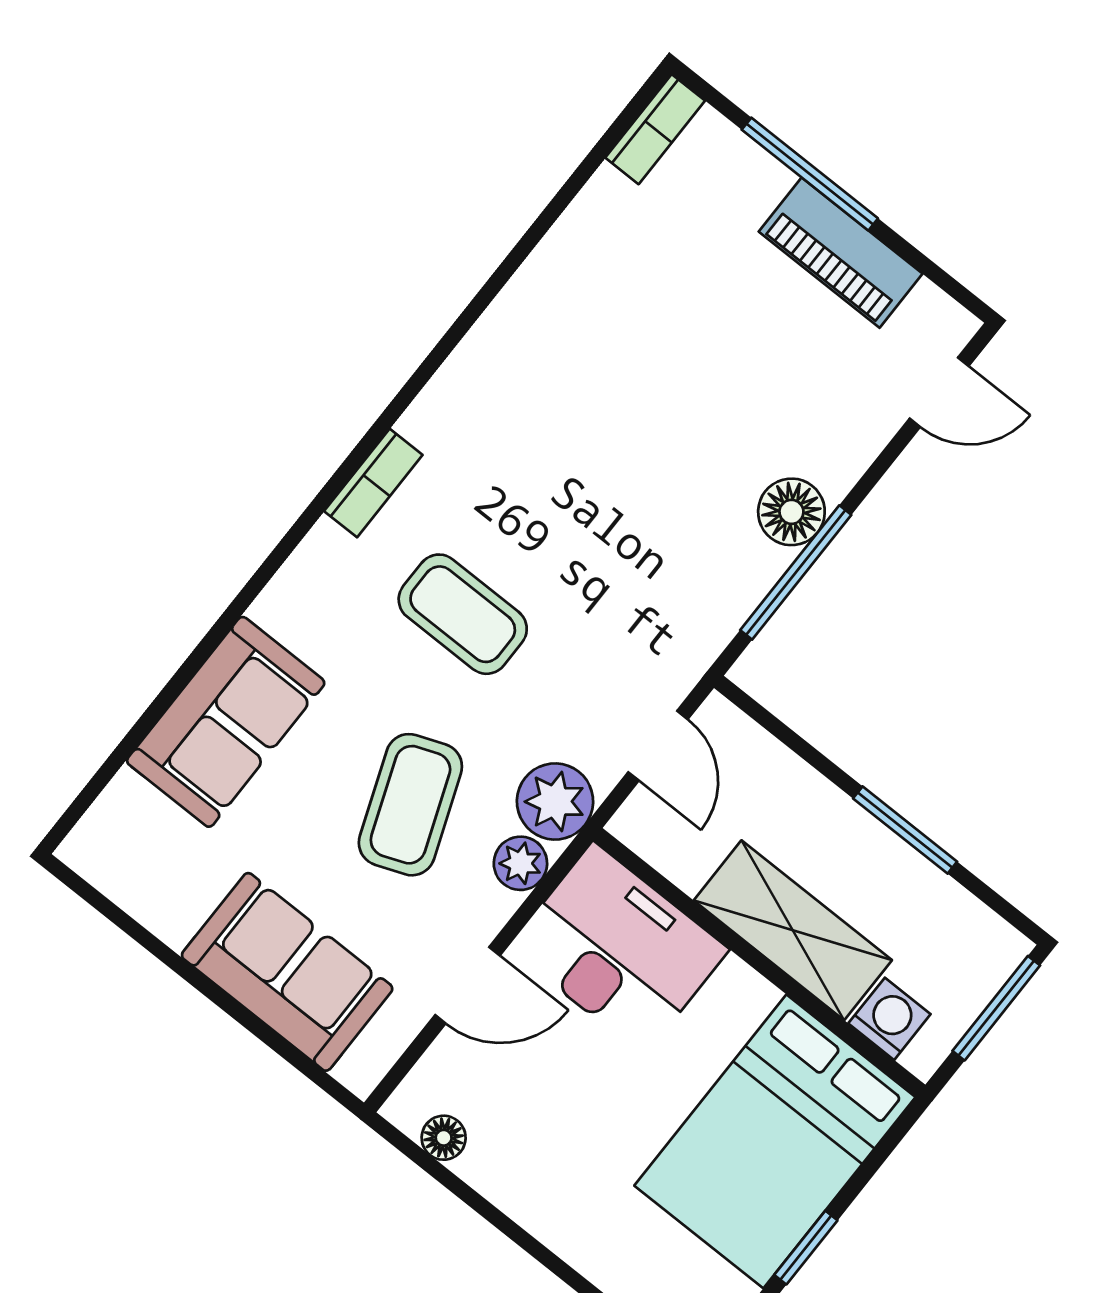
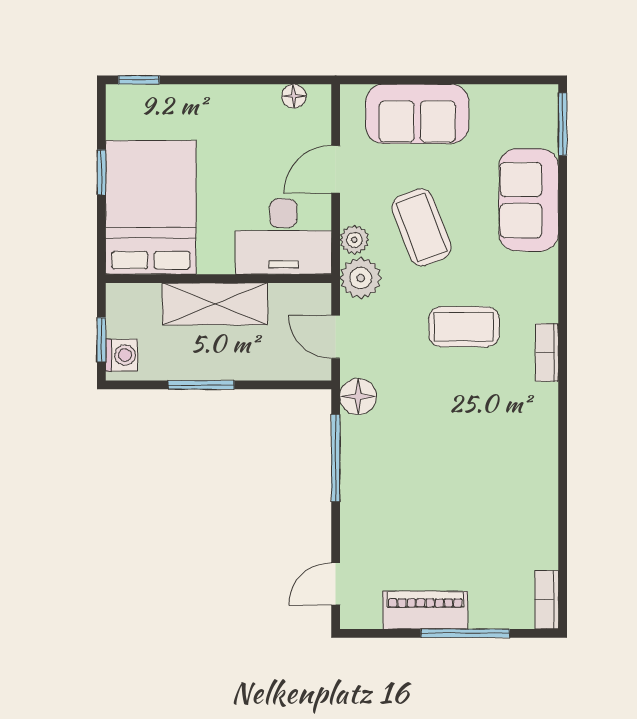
floor lamp: (791, 512) -> (358, 397), moved
window: (91, 792) -> (563, 124), added
window: (996, 1008) -> (101, 340), width x0.67
washing machine: (889, 1019) -> (122, 355), moved, turned -90

